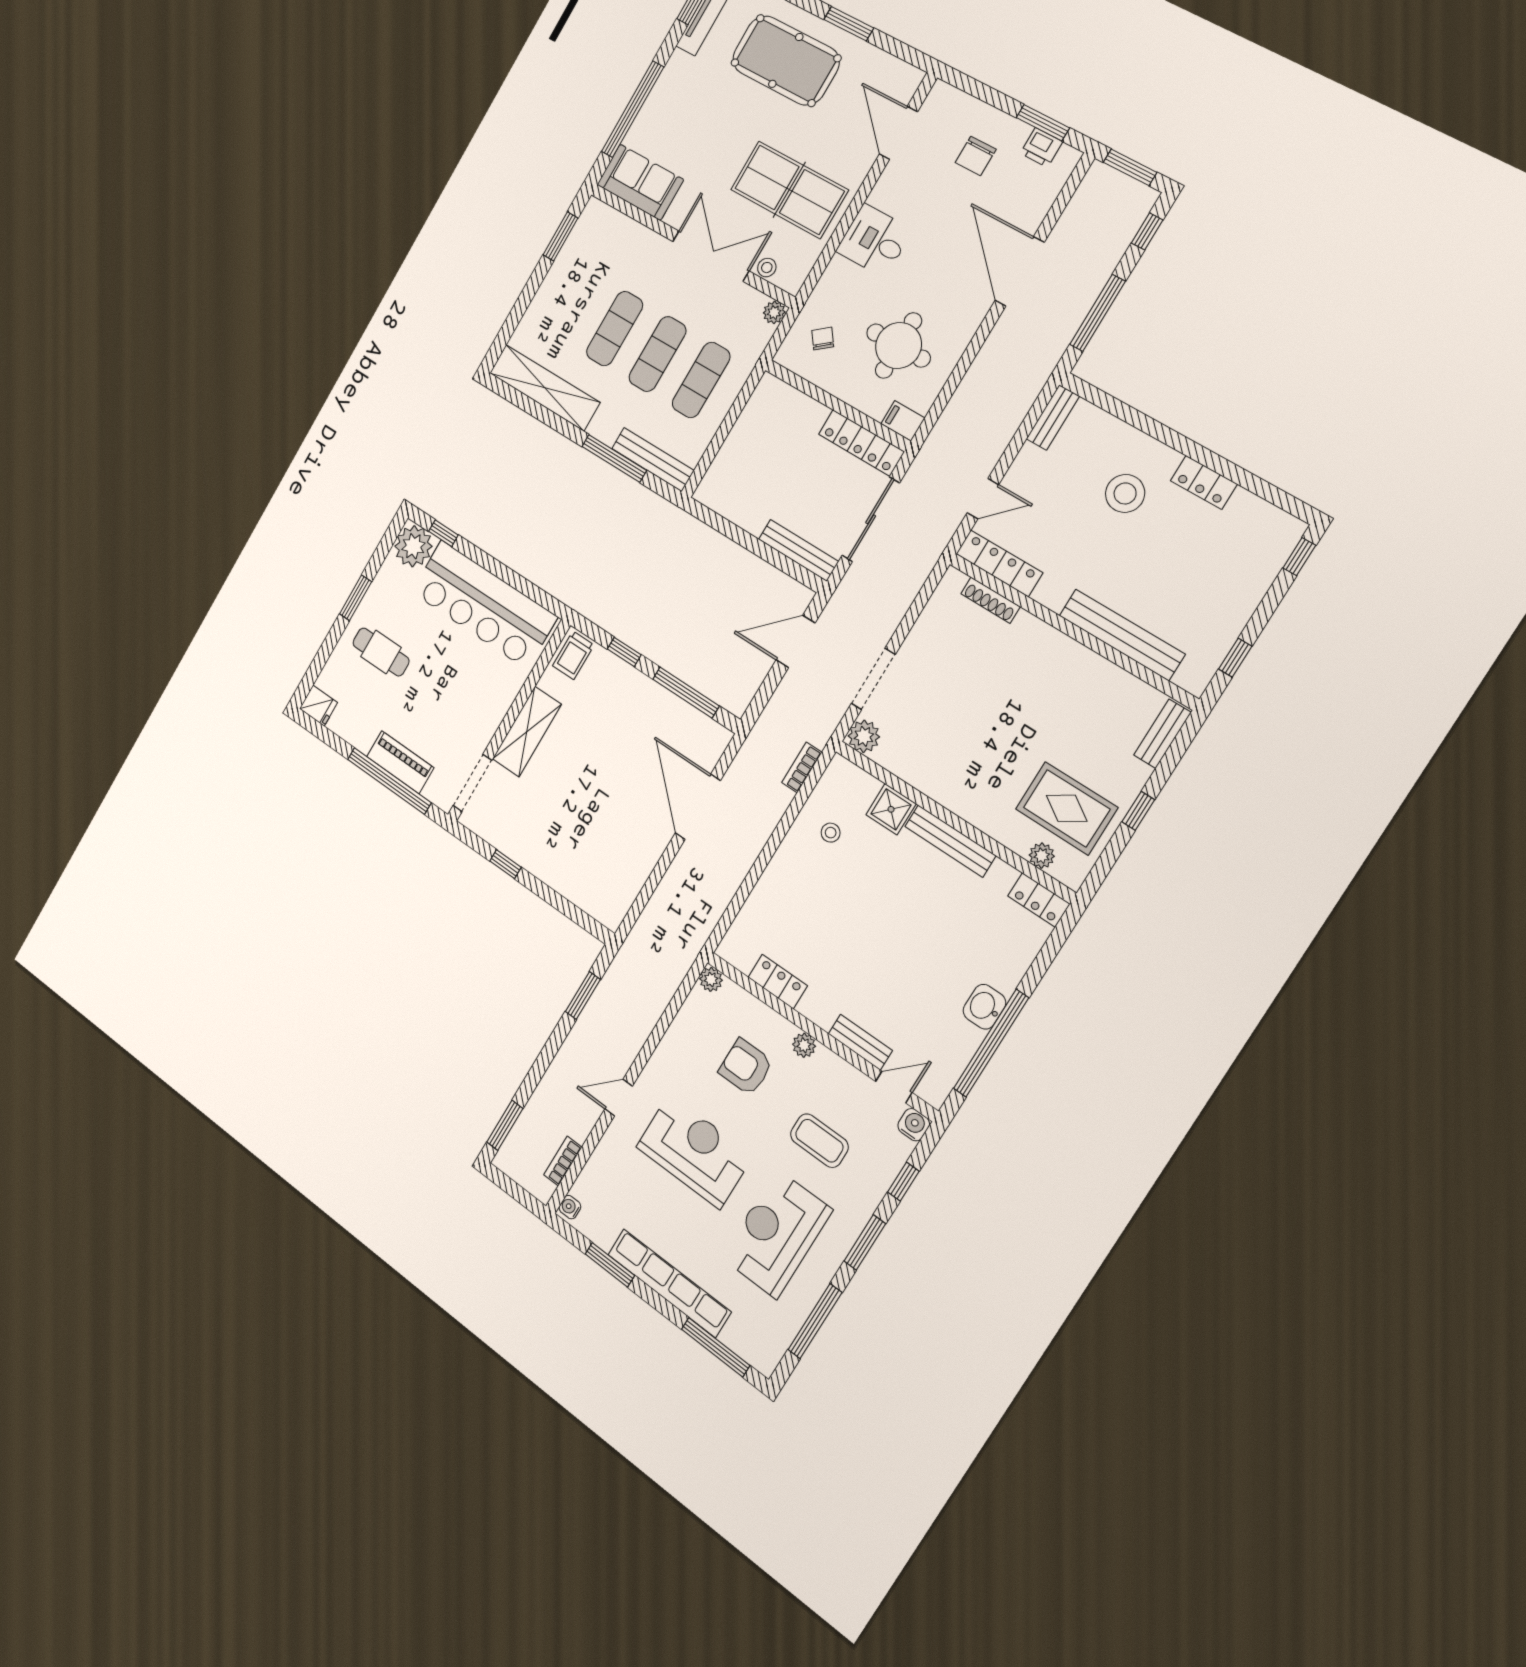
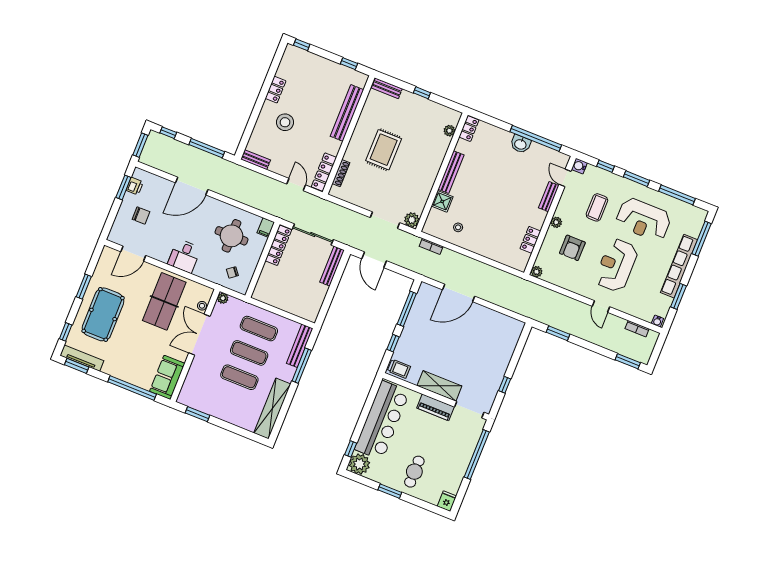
piano: (400, 762) -> (435, 407), moved, turned -90
rug: (1067, 808) -> (384, 150), moved

